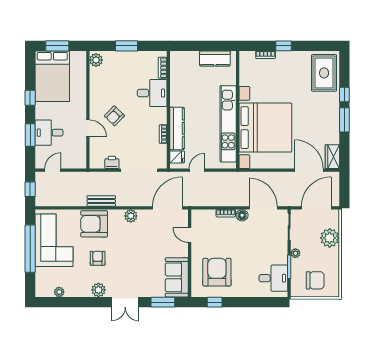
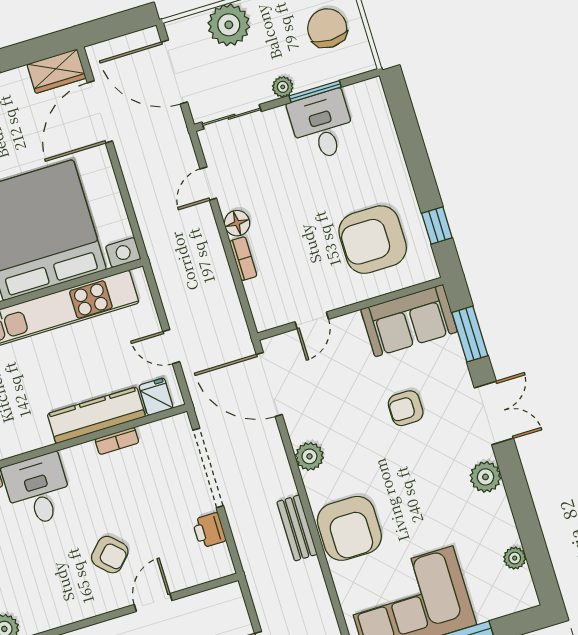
door: (263, 208) -> (208, 184), width x0.53
armchair: (98, 258) -> (406, 408), moved
desk: (273, 278) -> (322, 125), moved

